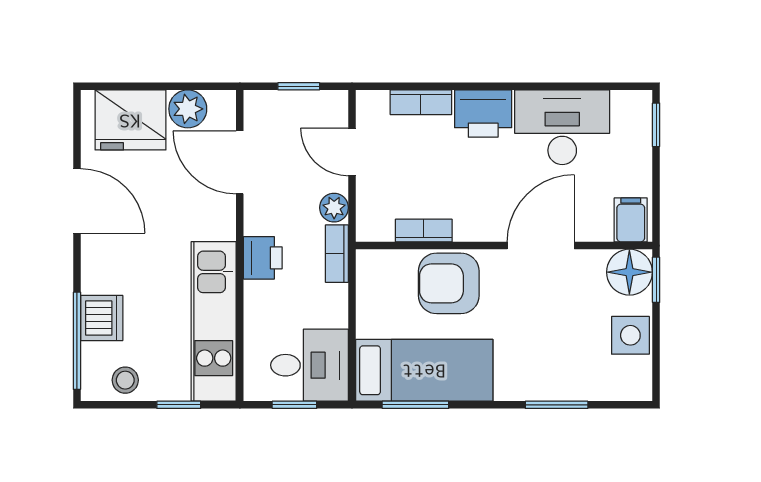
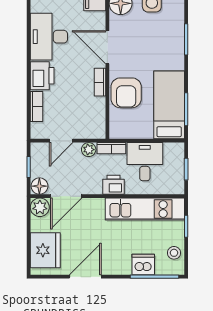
floor lamp: (260, 108) -> (39, 186), added
plant: (188, 109) -> (40, 207), moved
bookcase: (424, 231) -> (100, 82), moved
desk: (310, 365) -> (145, 162), moved

